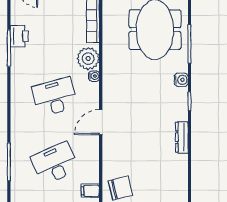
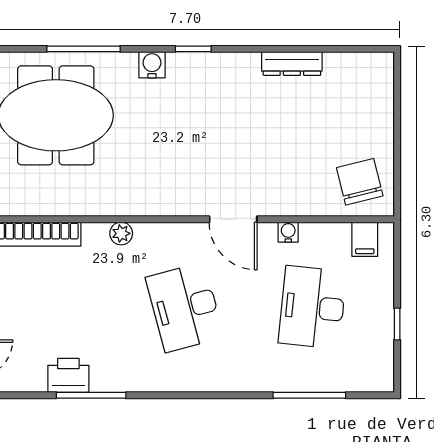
plant: (88, 59) -> (121, 233), width x0.53, depth x0.53
water cooler: (94, 76) -> (288, 232), moved
dresser: (182, 137) -> (292, 63), moved
desk: (55, 163) -> (312, 307), turned 30

